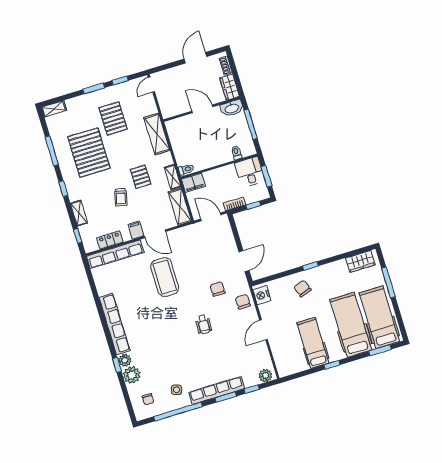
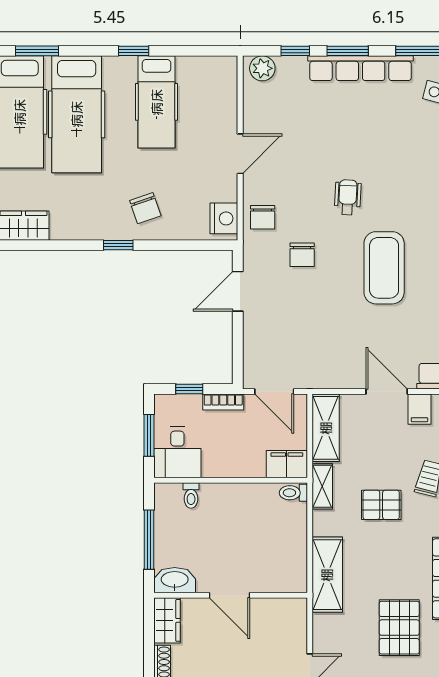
pallet: (141, 177) -> (381, 505), turned 90
coffee table: (165, 277) -> (384, 268), moved

